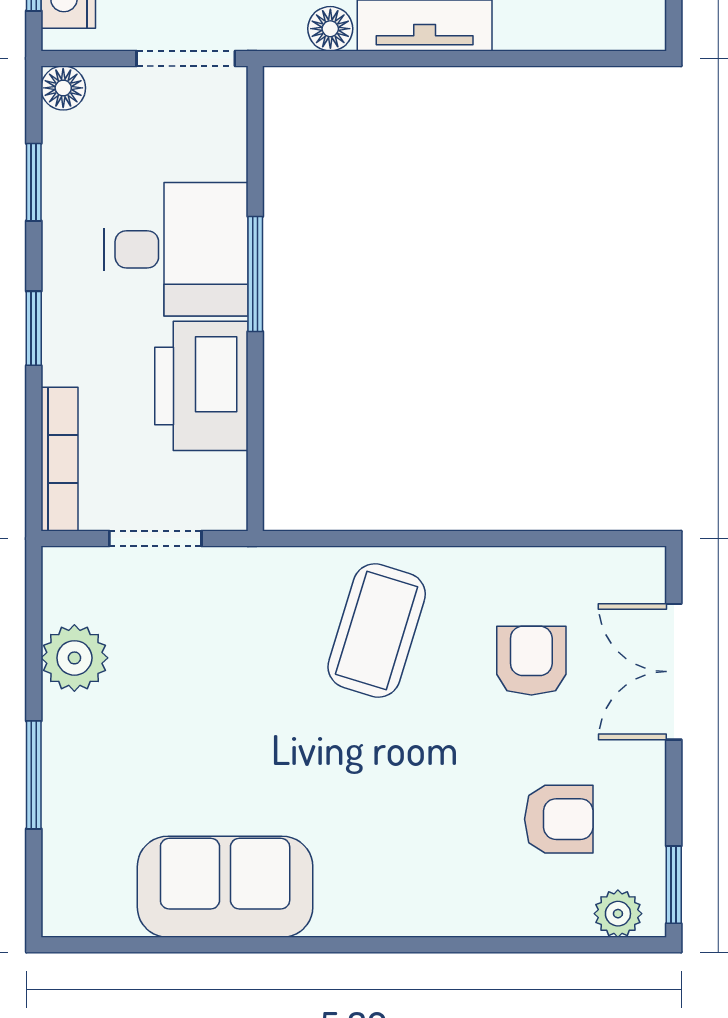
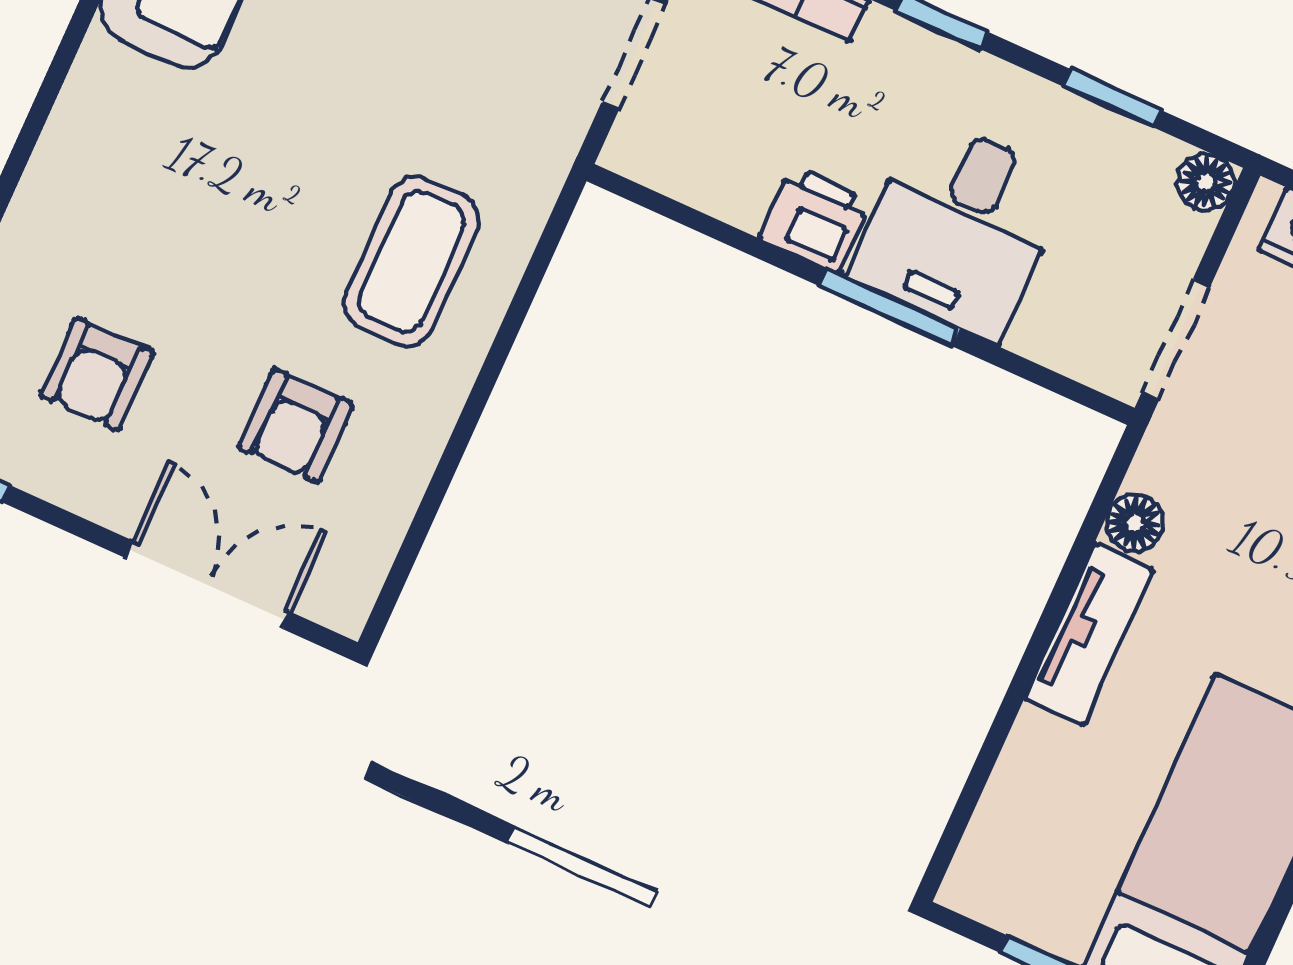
printer: (201, 386) -> (815, 219), width x0.53, depth x0.68
coffee table: (377, 630) -> (412, 261), turned 73
armchair: (531, 661) -> (296, 425), turned 90

